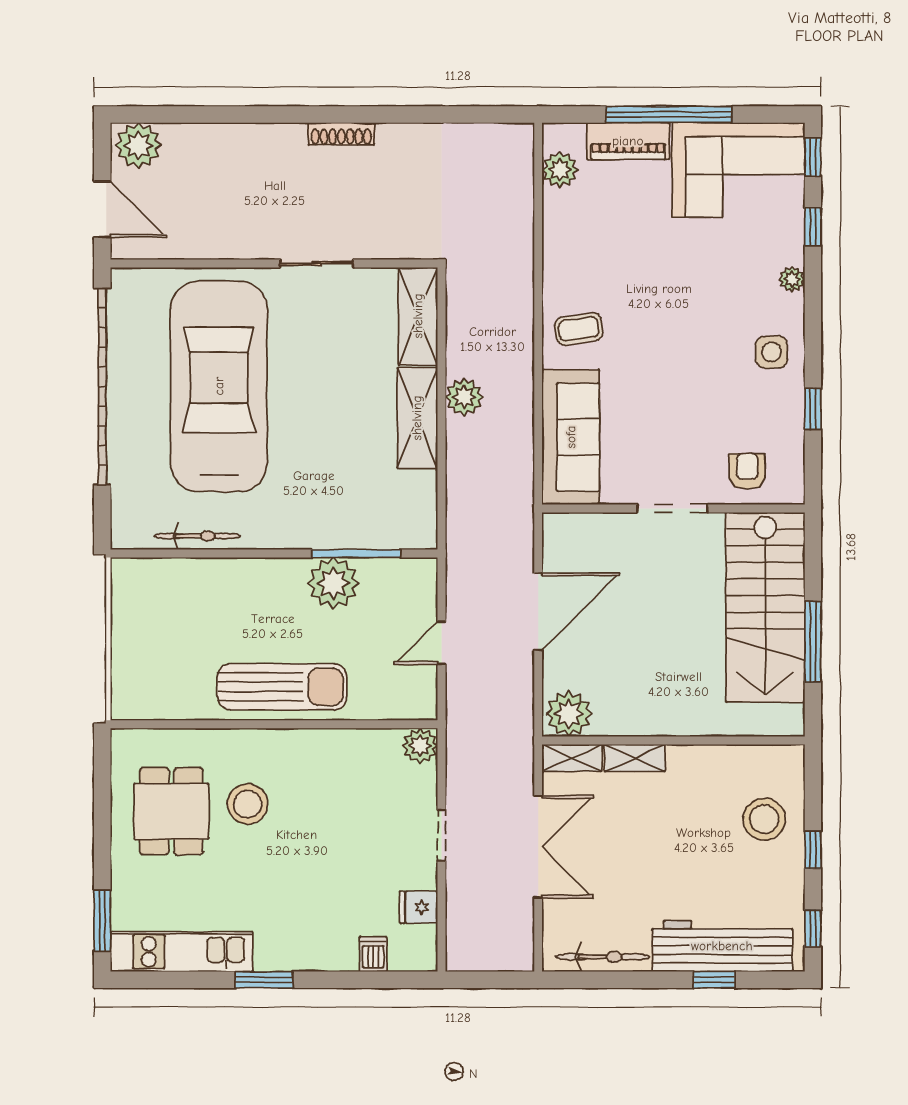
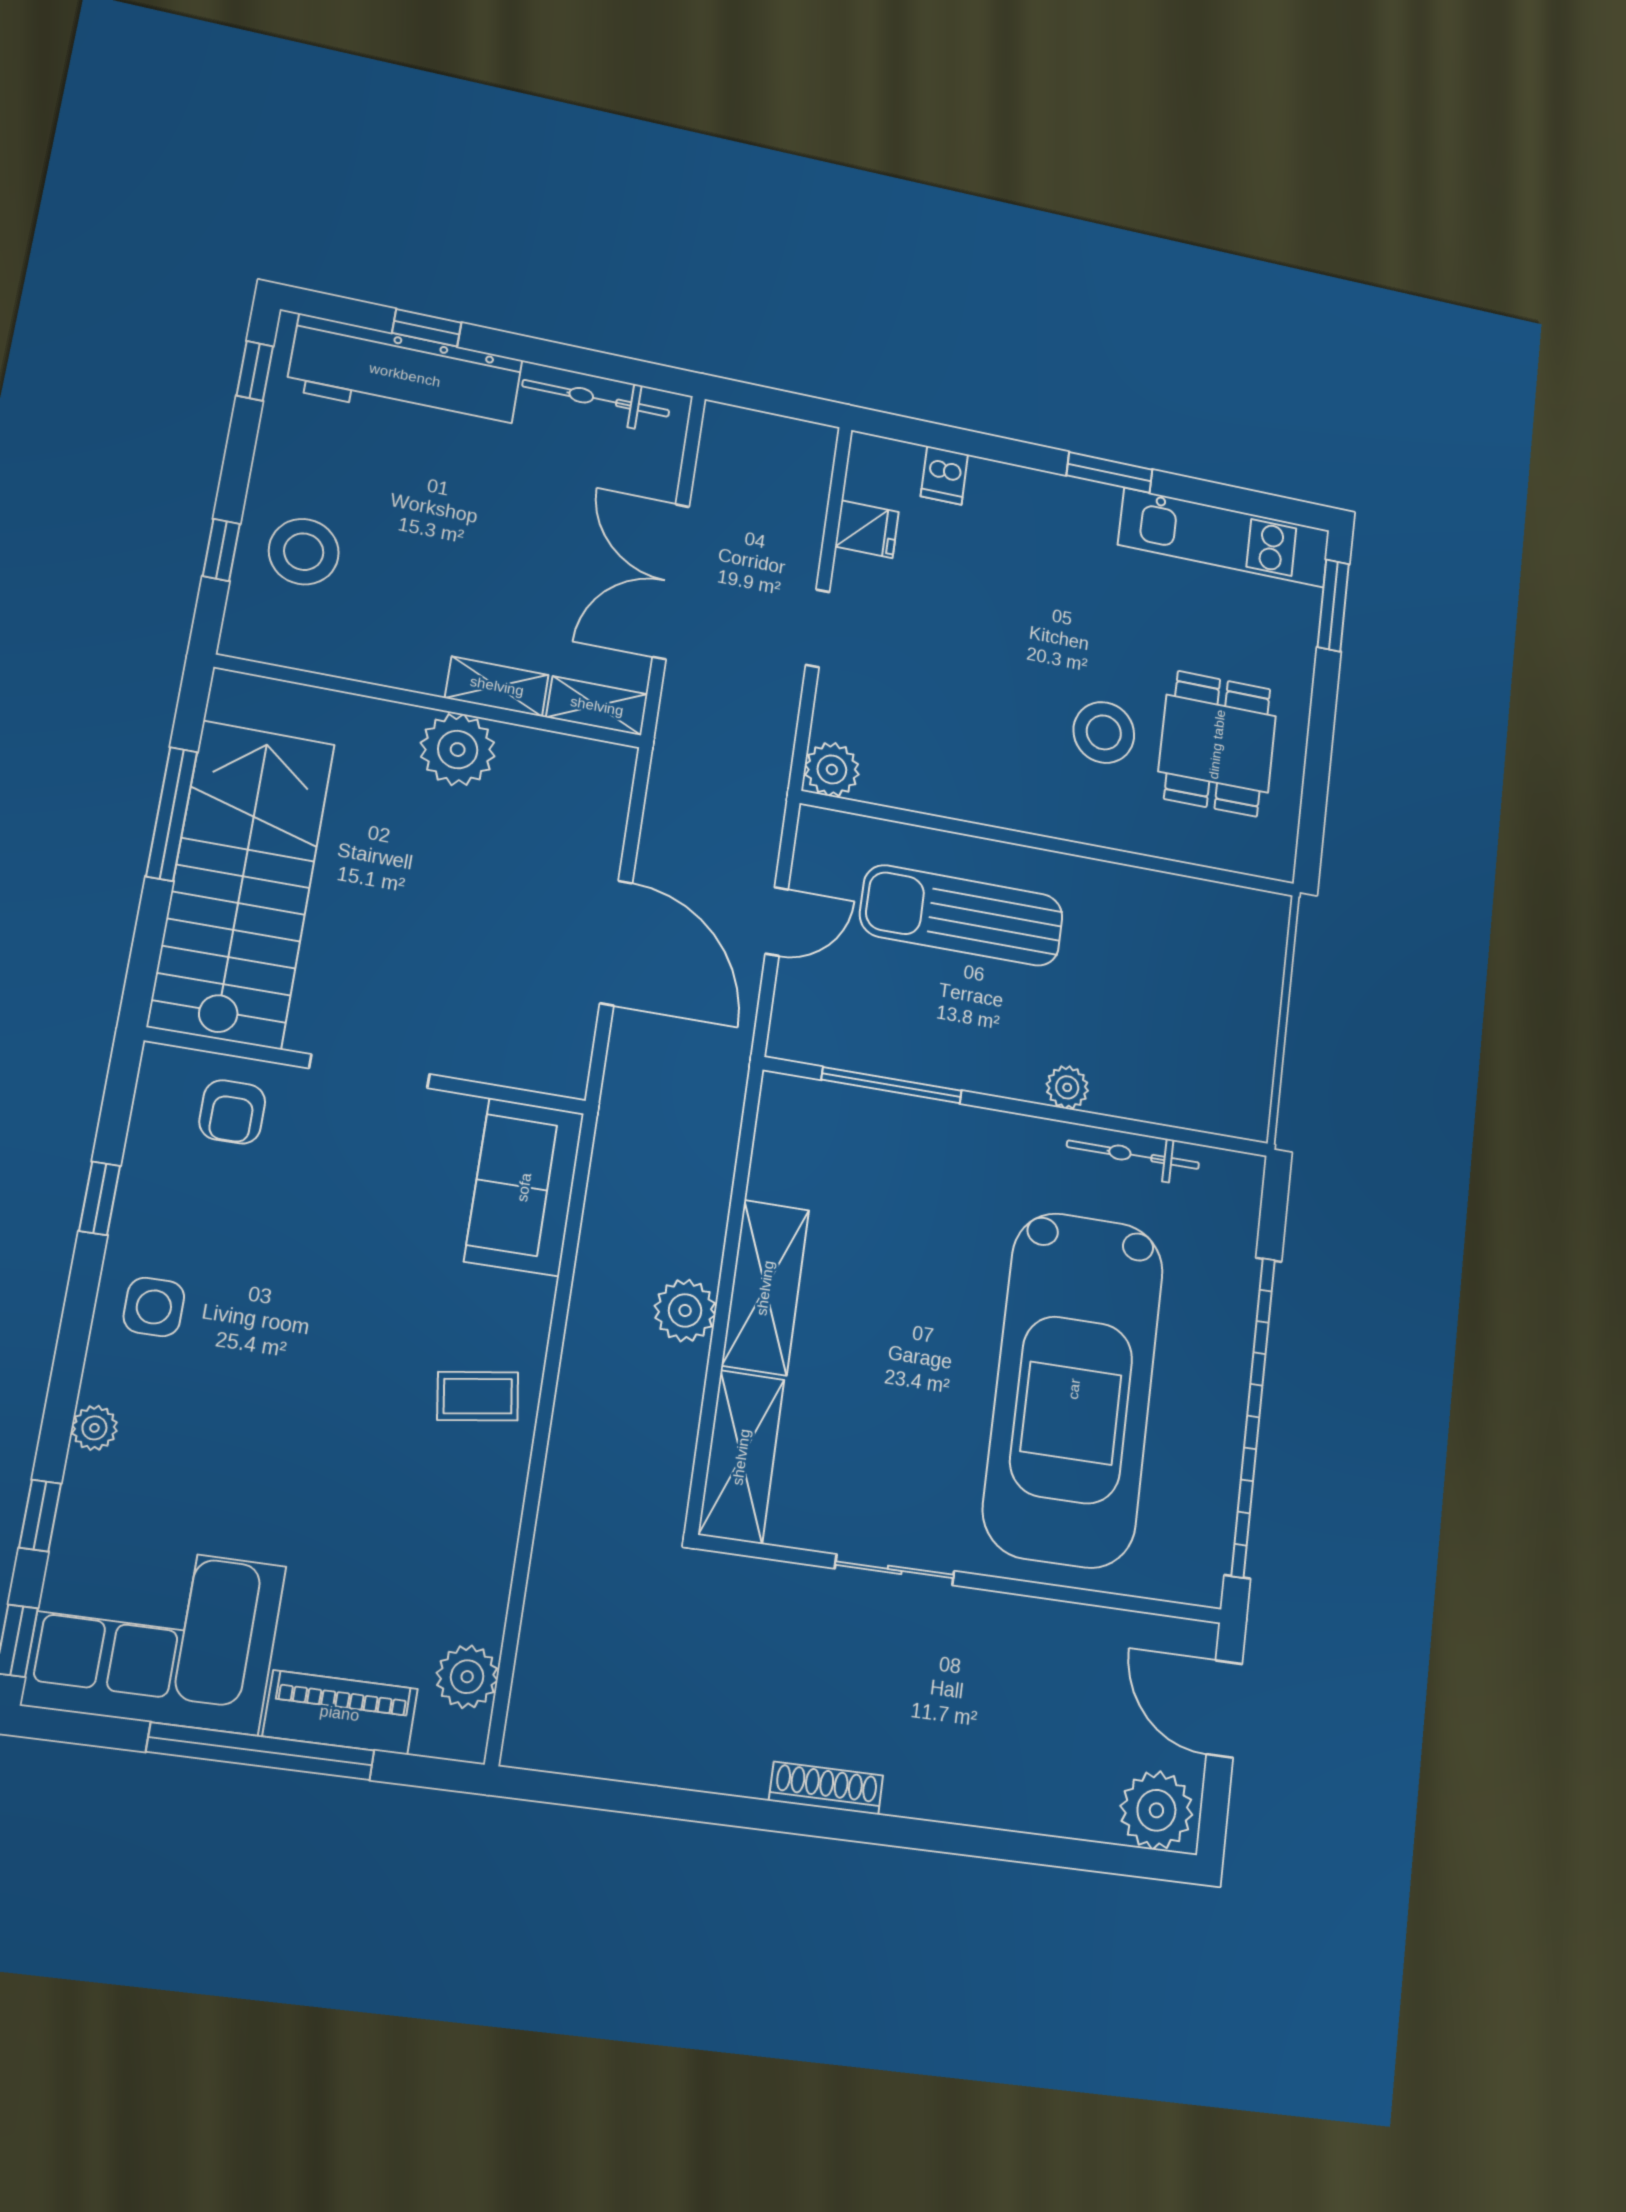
sofa: (571, 437) -> (524, 1187), width x0.73
plant: (333, 583) -> (1067, 1087), moved, width x0.53, depth x0.53
door: (538, 612) -> (616, 943), swing flipped
sun lounger: (282, 687) -> (962, 915), moved
plant: (569, 714) -> (458, 750), moved
window: (813, 850) -> (221, 550), moved

